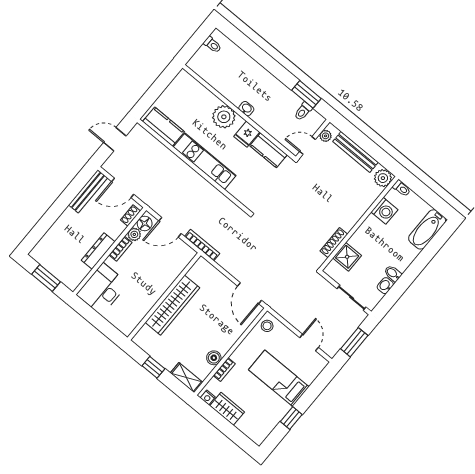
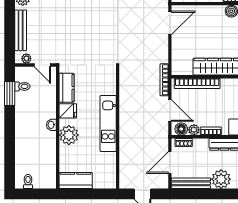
kitchen counter: (164, 127) -> (76, 181), moved, turned 90
door: (123, 188) -> (170, 163), swing flipped
plant: (69, 222) -> (221, 179), added
bookcase: (174, 272) -> (197, 83), added

